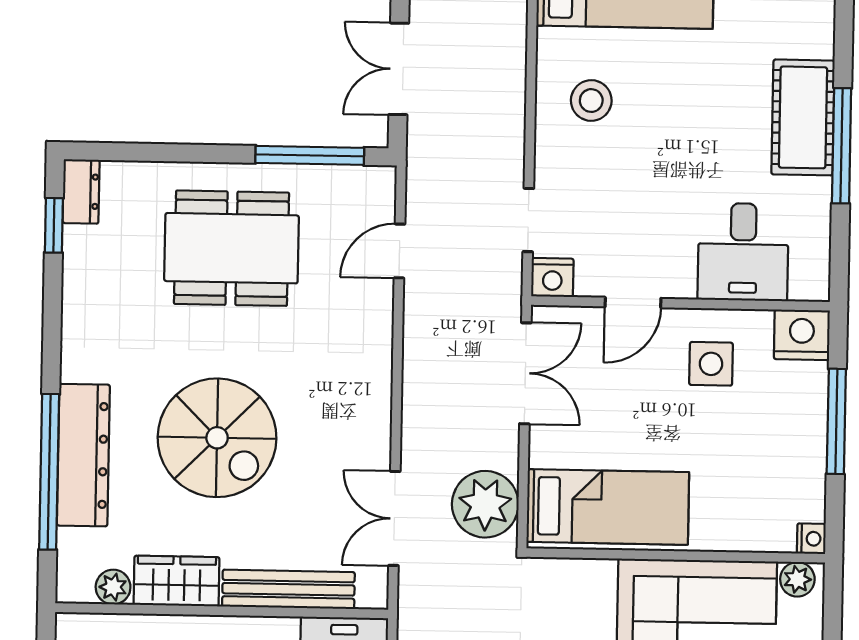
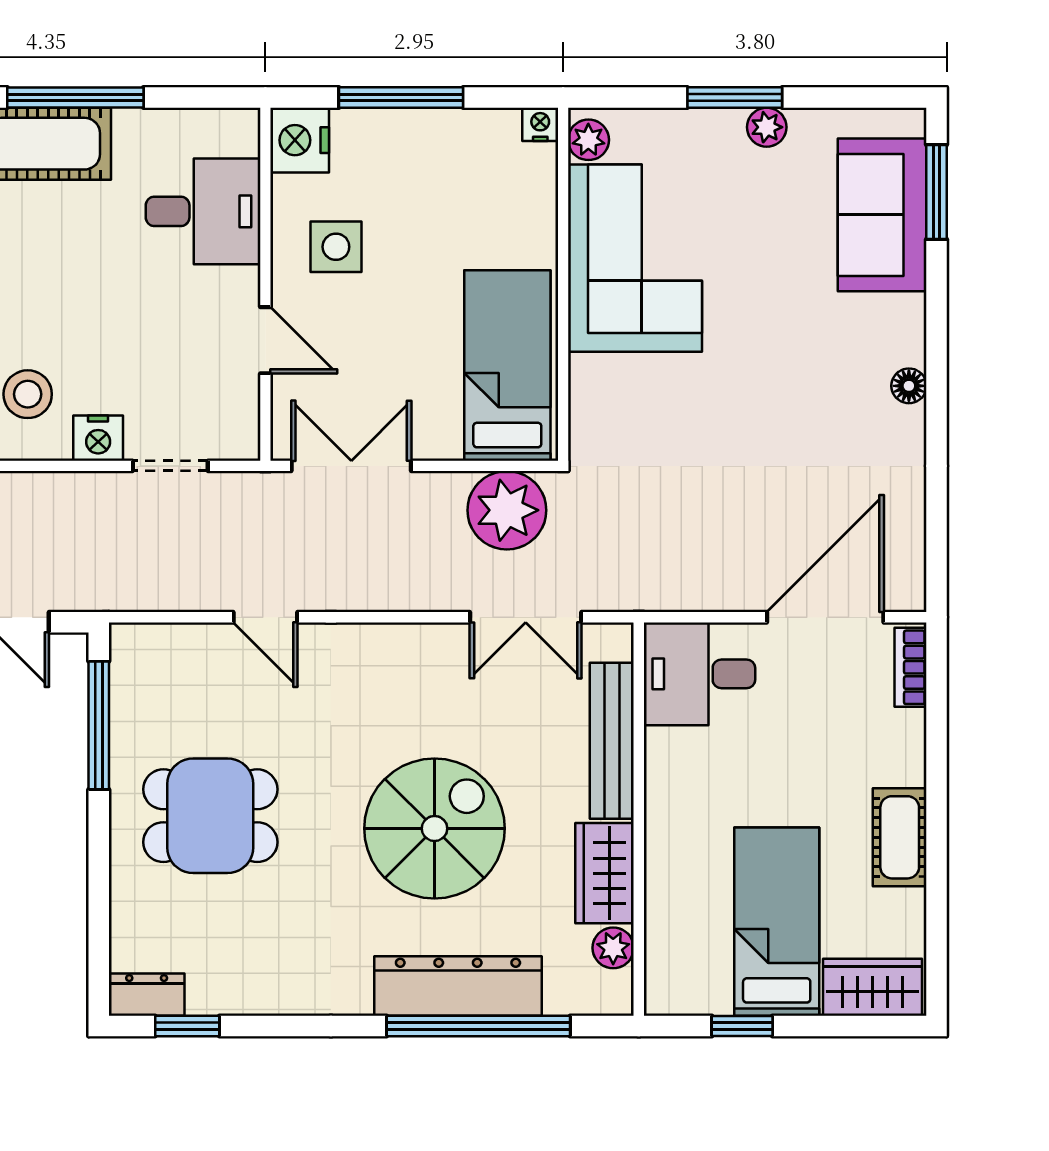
dining table: (231, 248) -> (210, 816), width x0.73
door: (400, 251) -> (265, 617), moved
nightstand: (552, 277) -> (98, 438), moved, turned 90

